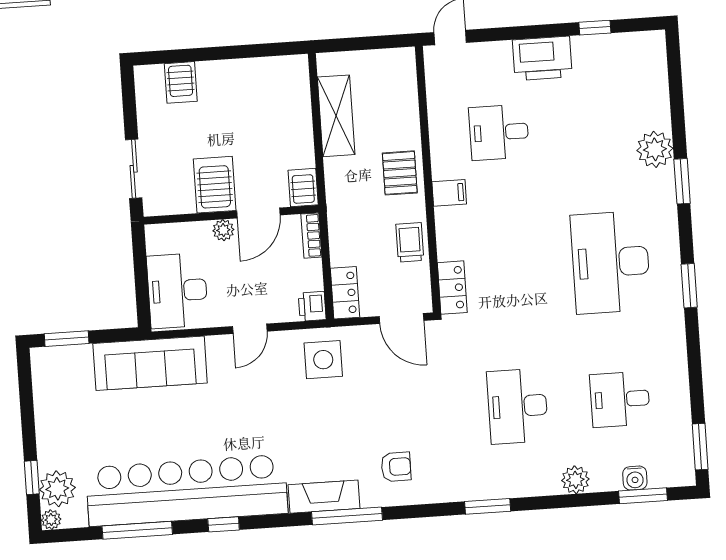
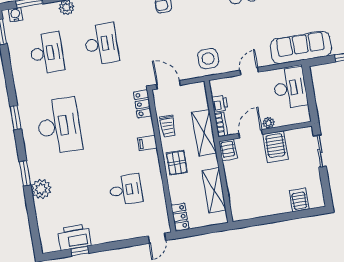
printer: (542, 58) -> (74, 237), moved
filing cabinet: (449, 193) -> (147, 143), moved
shelving: (344, 224) -> (204, 133), added
locker: (345, 293) -> (180, 217), moved, turned 180
printer: (312, 306) -> (220, 104), moved
desk: (620, 399) -> (47, 53), width x1.37
water cooler: (635, 478) -> (15, 15), moved

